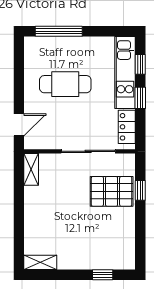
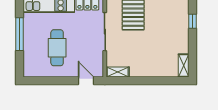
window: (59, 31) -> (20, 34), moved

